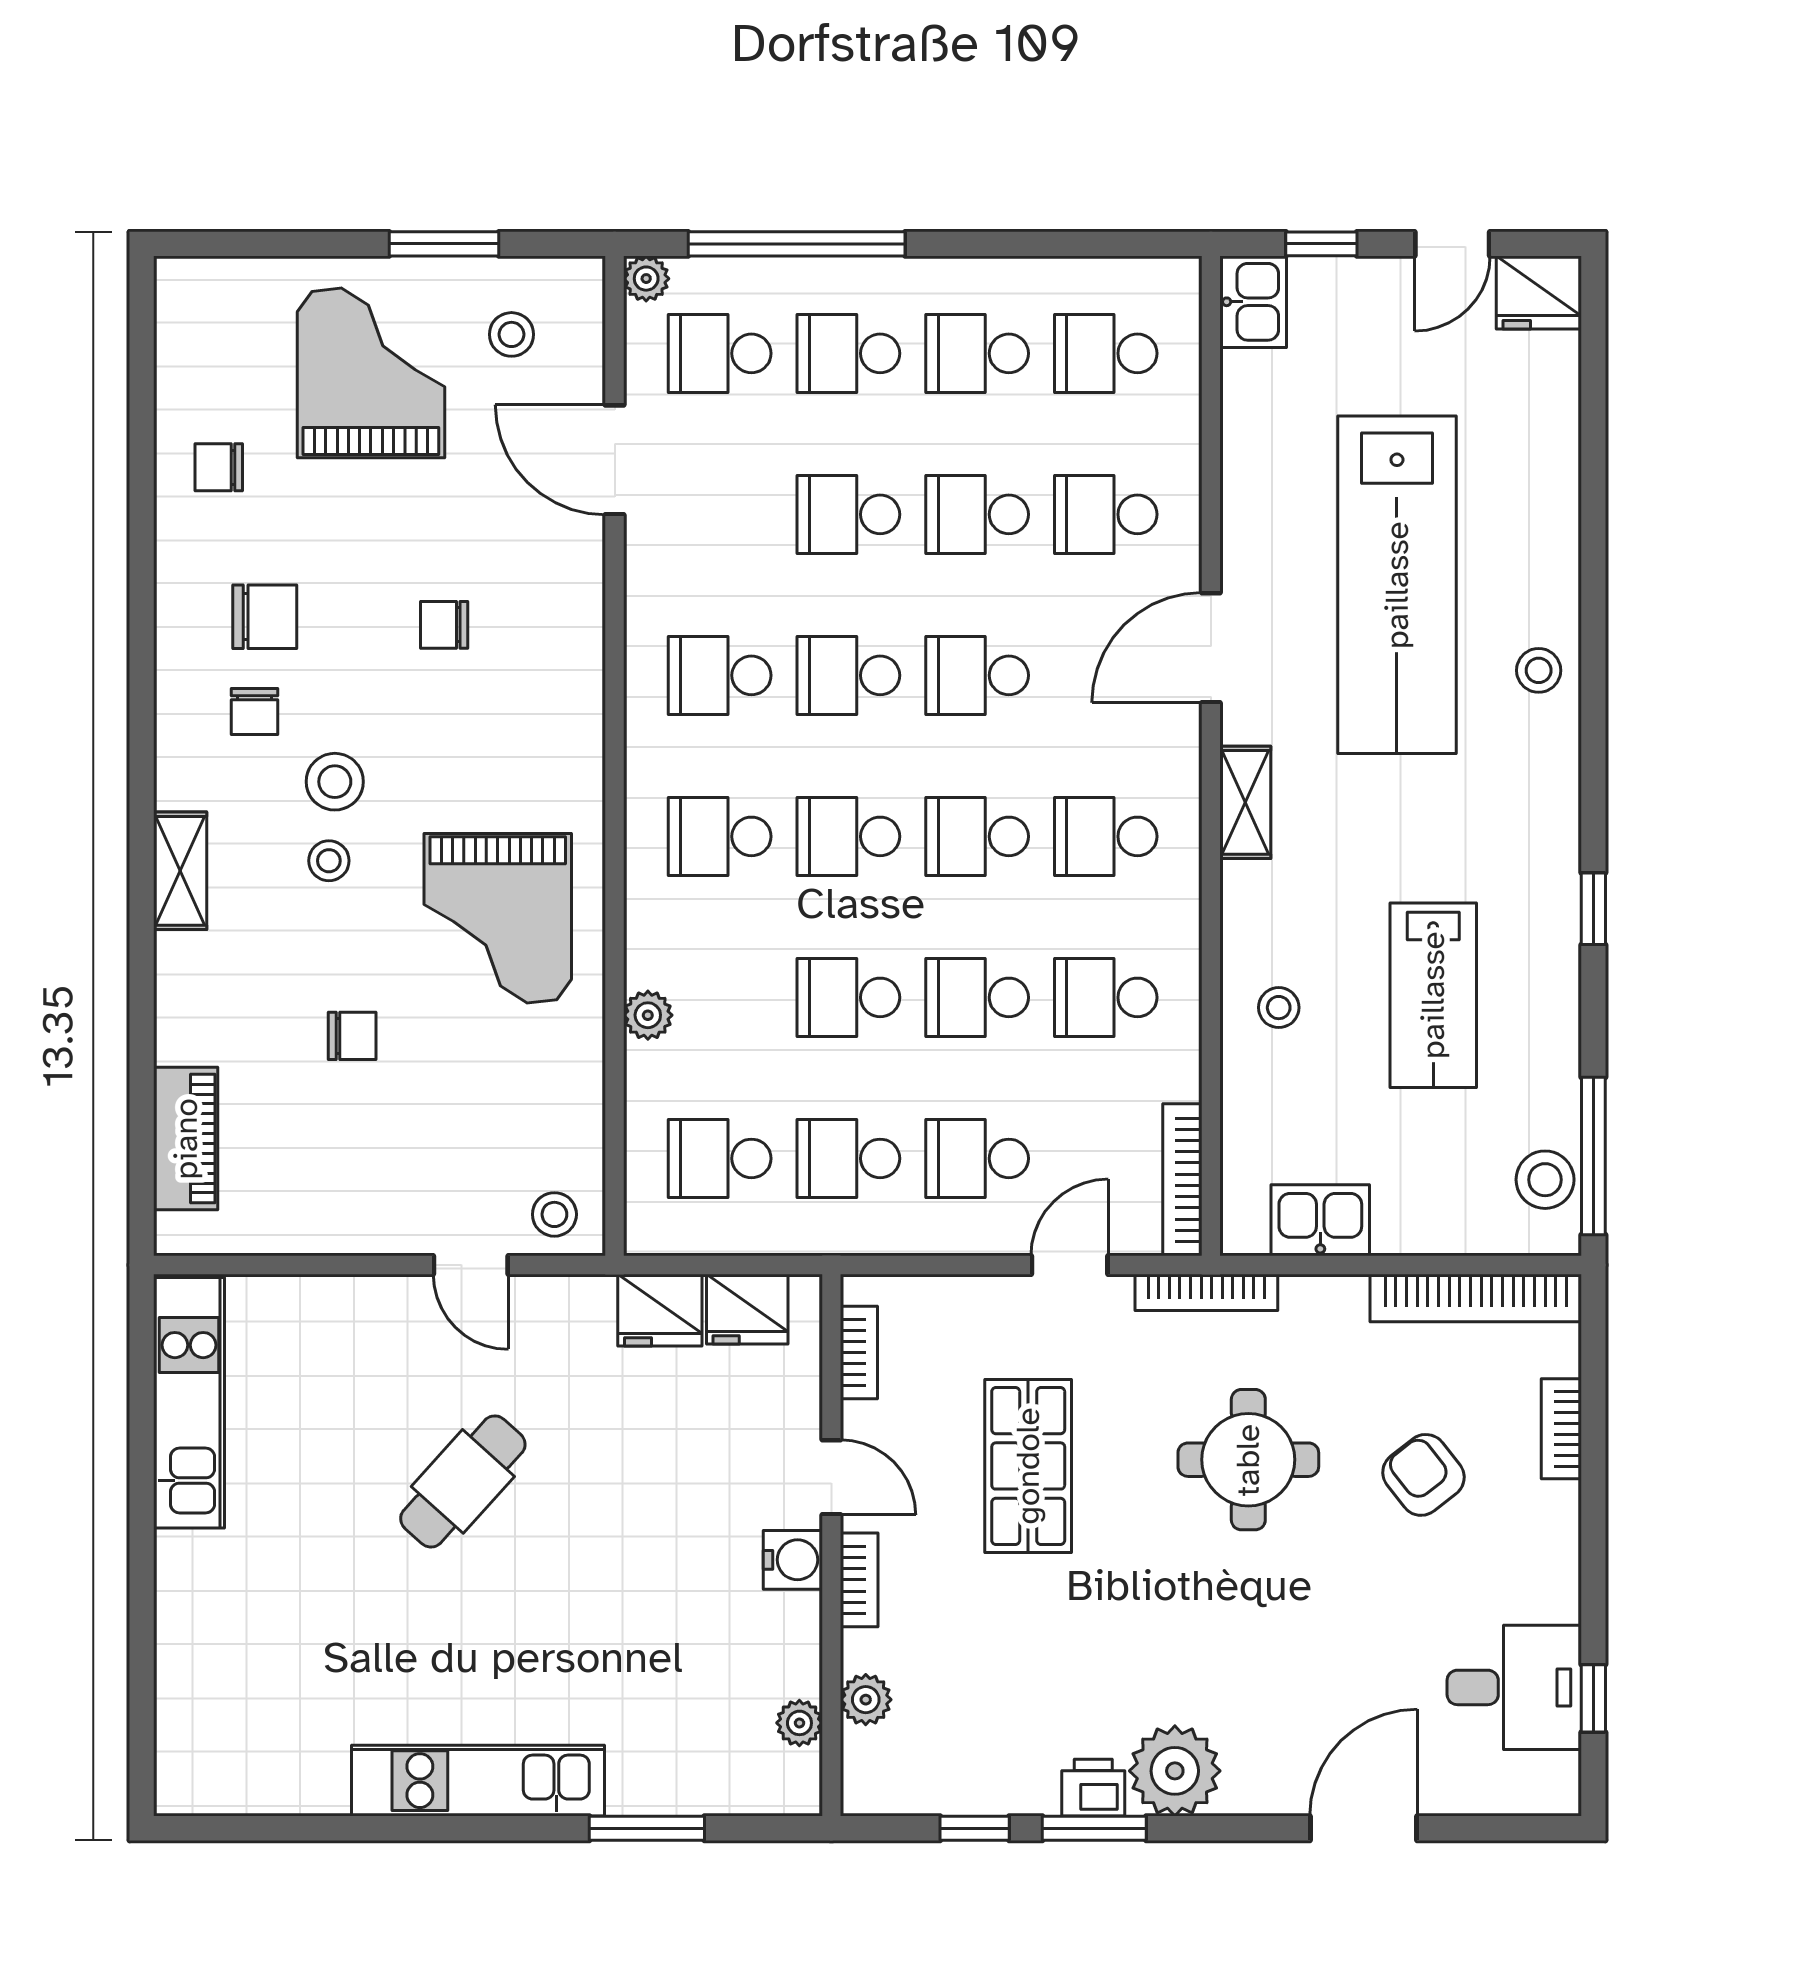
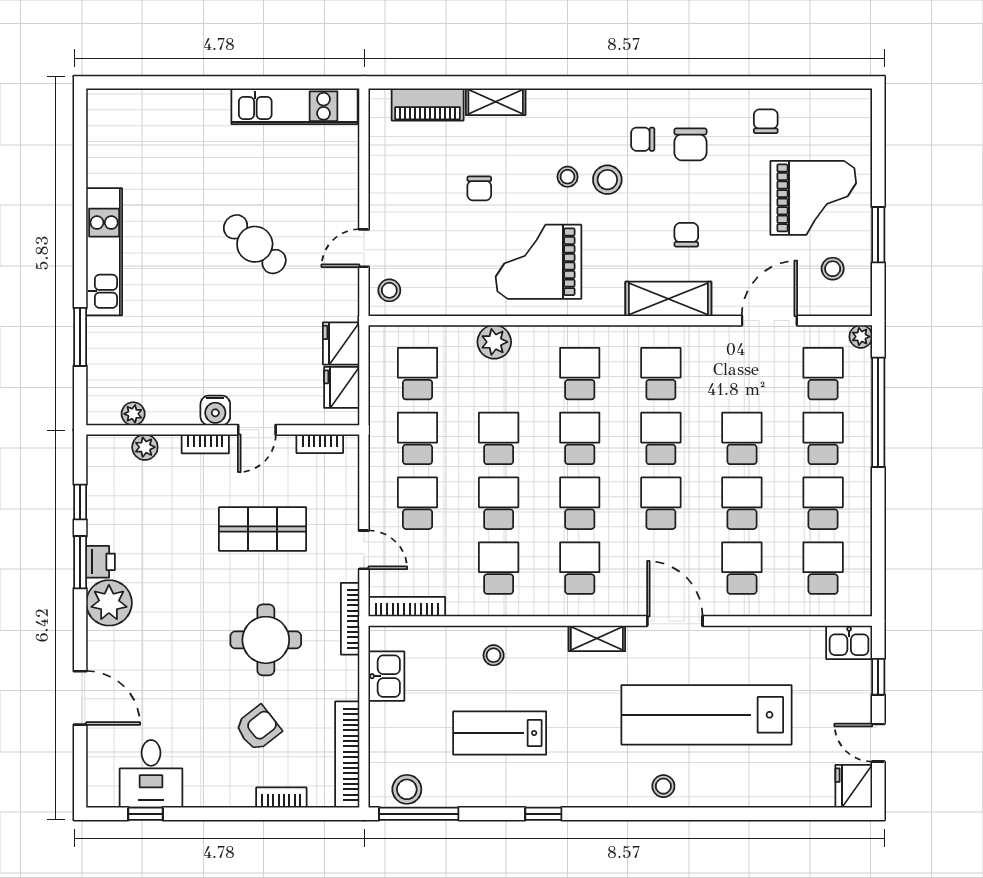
shelving: (571, 660) -> (668, 299), added
shelving: (180, 871) -> (496, 102), moved
plant: (648, 1015) -> (494, 342), width x1.38, depth x1.38

